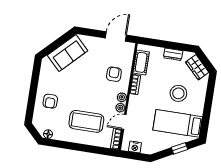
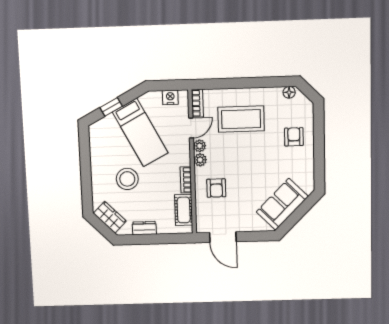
door: (116, 36) -> (223, 237), hinge flipped
bed: (178, 123) -> (140, 132), moved, turned 62

